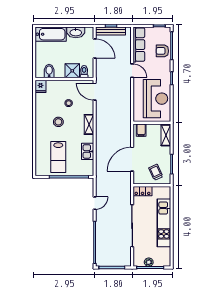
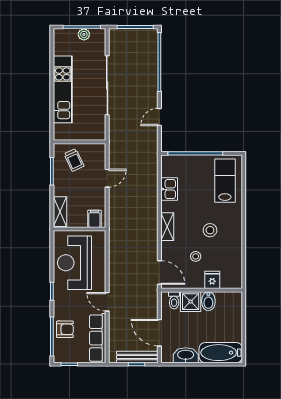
bidet: (49, 71) -> (208, 301), moved
fridge: (40, 86) -> (212, 280), moved
lab bench: (58, 157) -> (225, 181), moved
door: (132, 159) -> (107, 178), width x0.53
locker: (143, 191) -> (93, 134), removed

